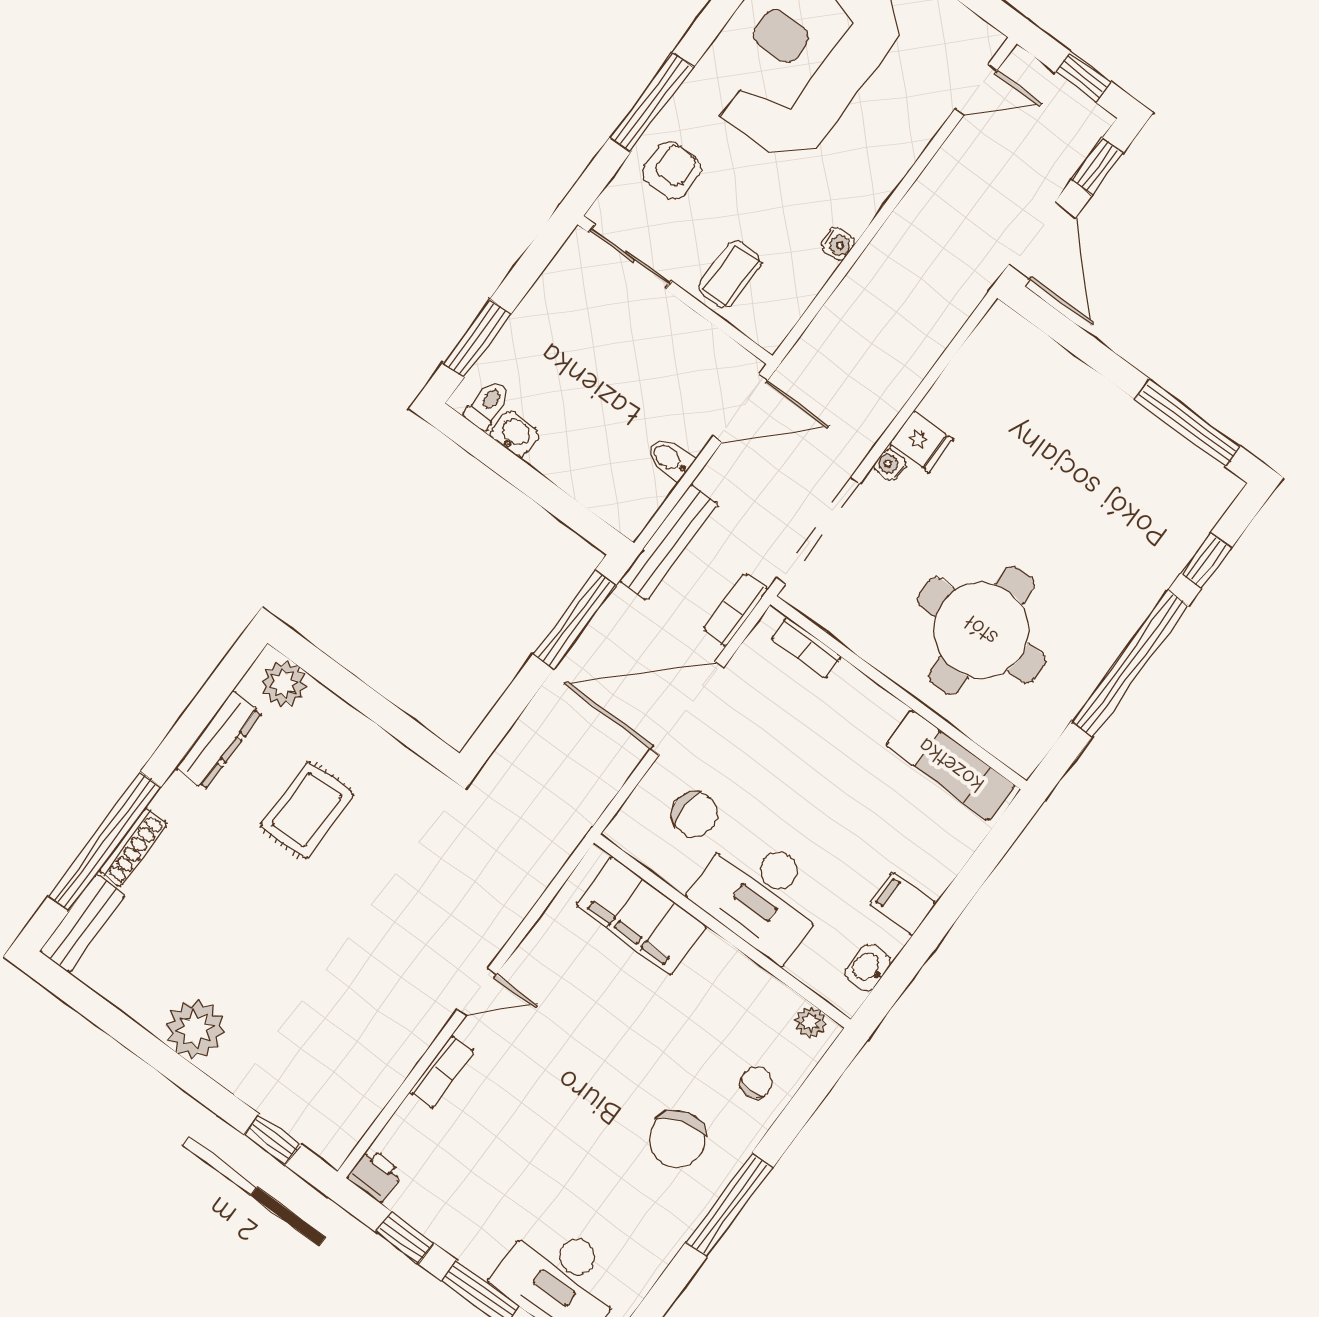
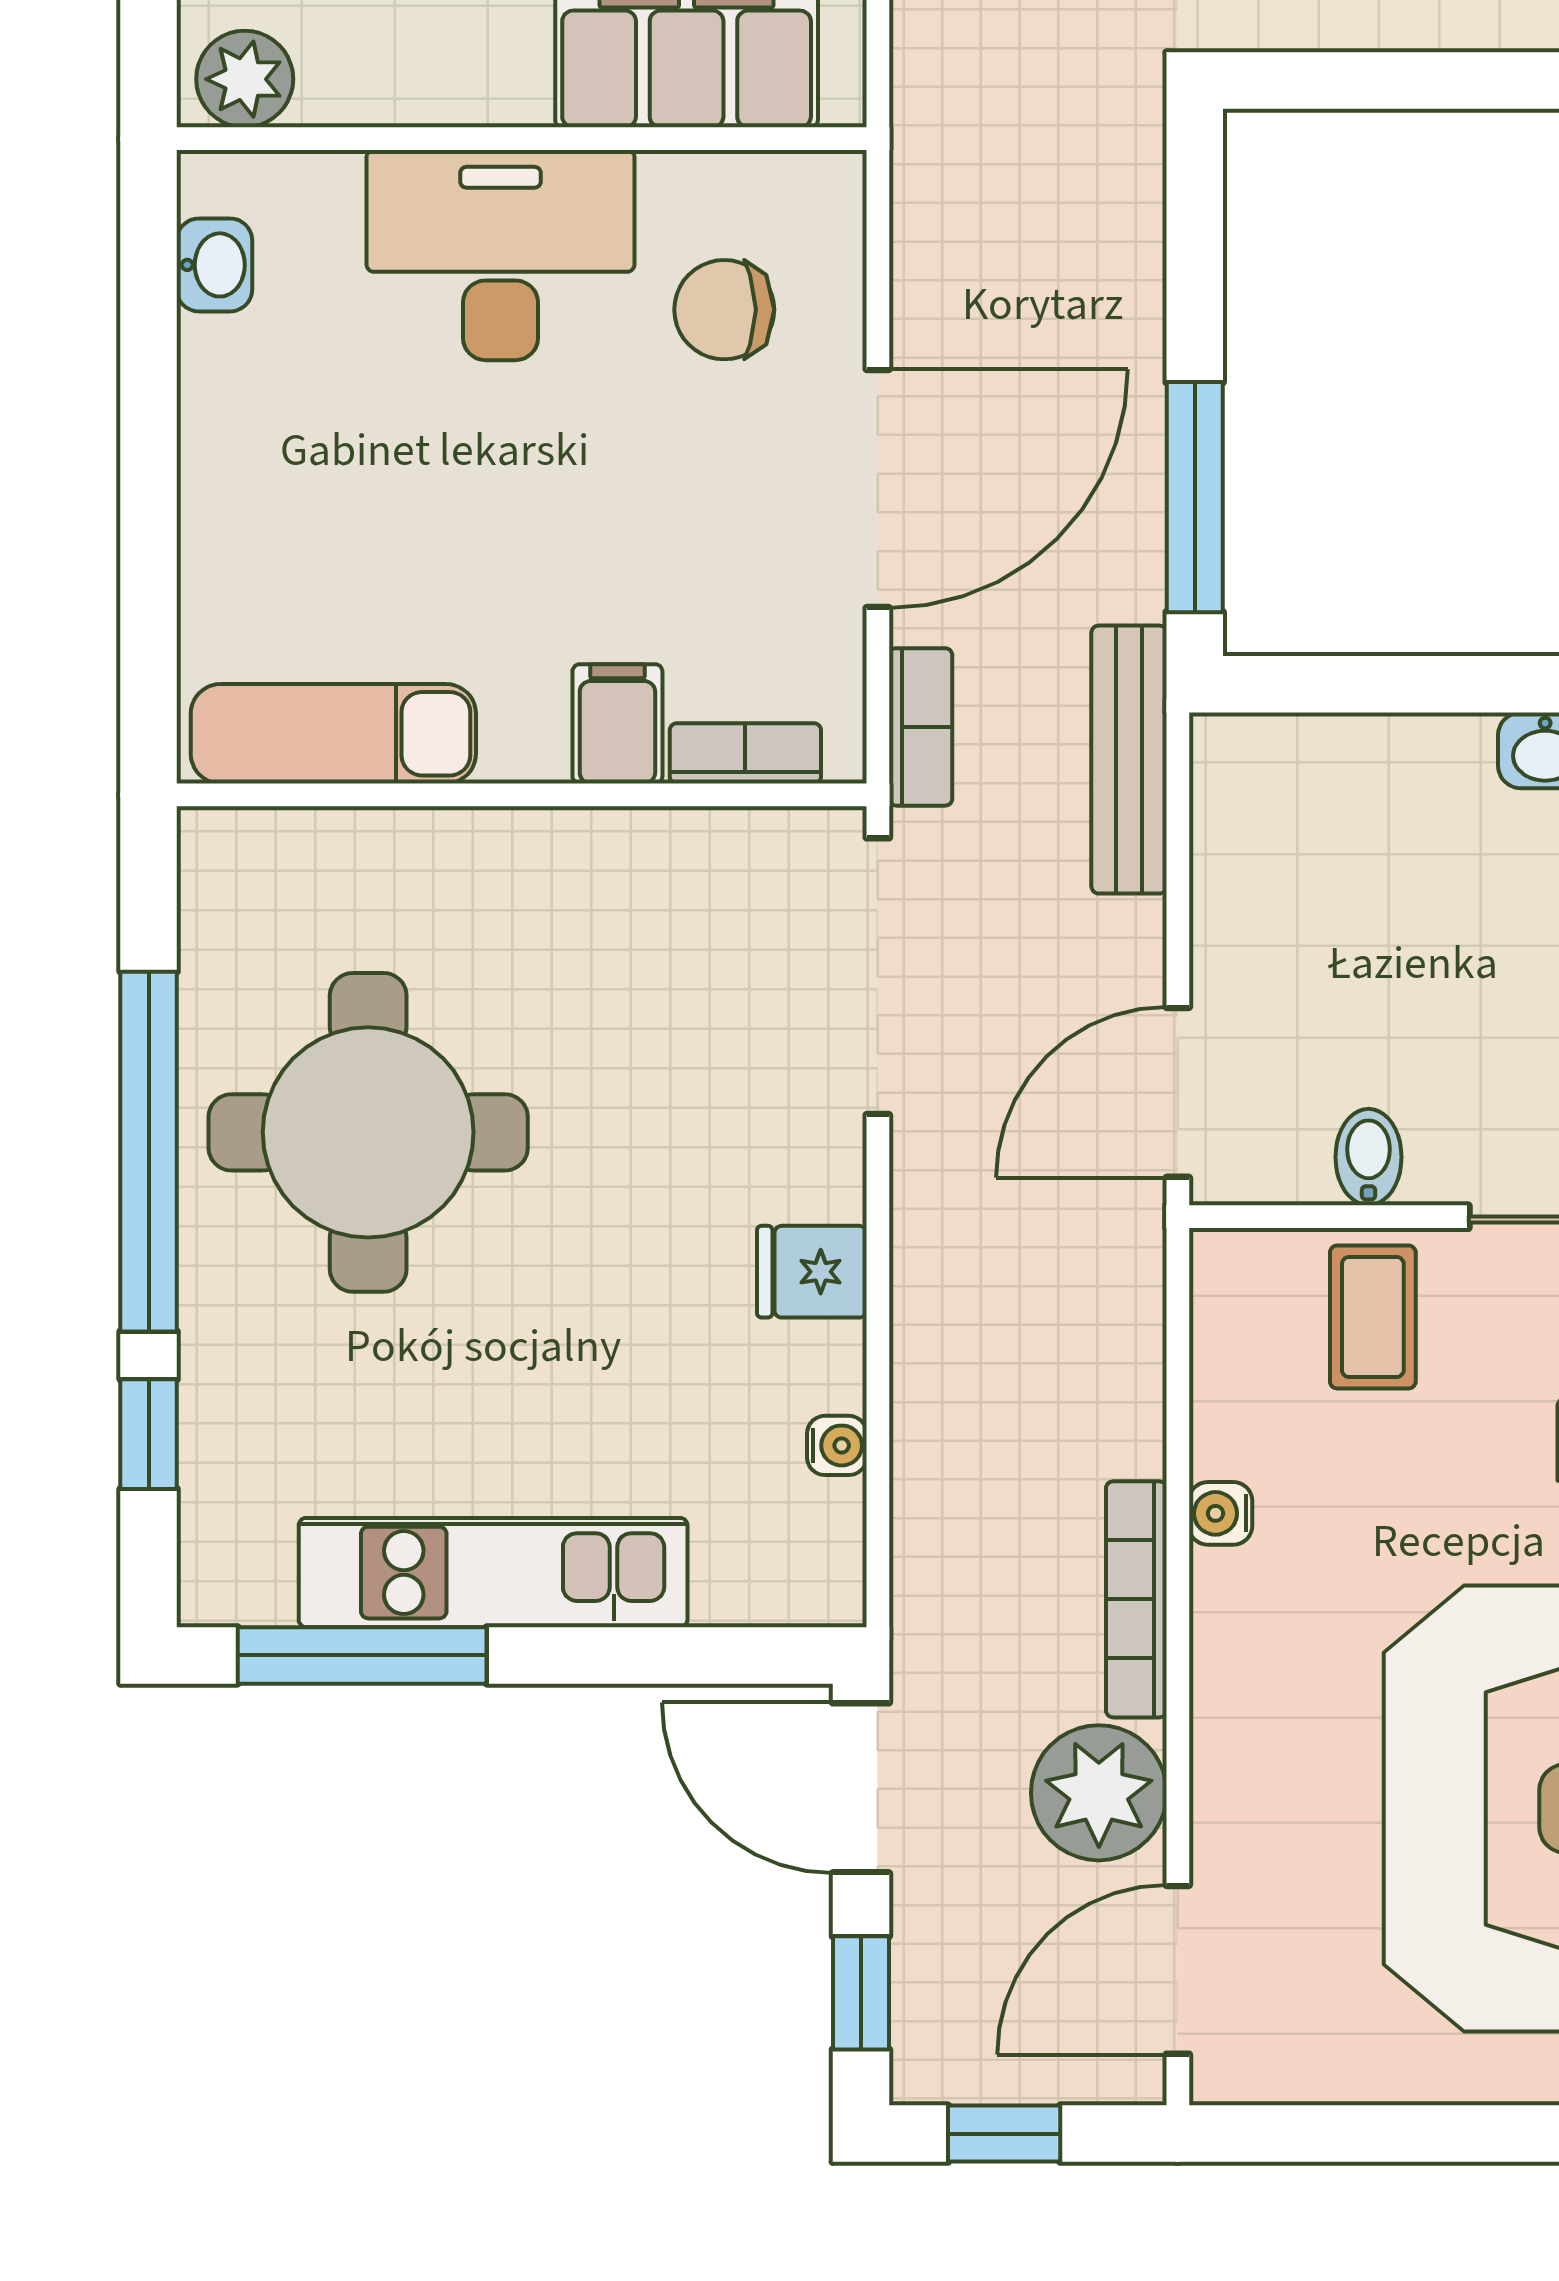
door: (976, 90) -> (1178, 1970), width x1.38
plant: (957, 175) -> (1099, 1793), added
bookcase: (892, 235) -> (1136, 1599), added
kitchen unit: (1118, 418) -> (493, 1573), added
bidet: (670, 459) -> (1369, 1157), moved, turned -90
water cooler: (890, 465) -> (837, 1445), moved
round table: (981, 630) -> (368, 1132), moved
filing cabinet: (903, 904) -> (617, 724), moved, turned -90
plant: (810, 1022) -> (245, 79), width x1.38, depth x1.38

